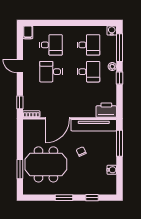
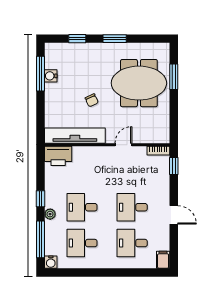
desk: (51, 72) -> (132, 207), turned 180
door: (57, 118) -> (123, 145), width x0.53
window: (119, 143) -> (40, 74), moved

